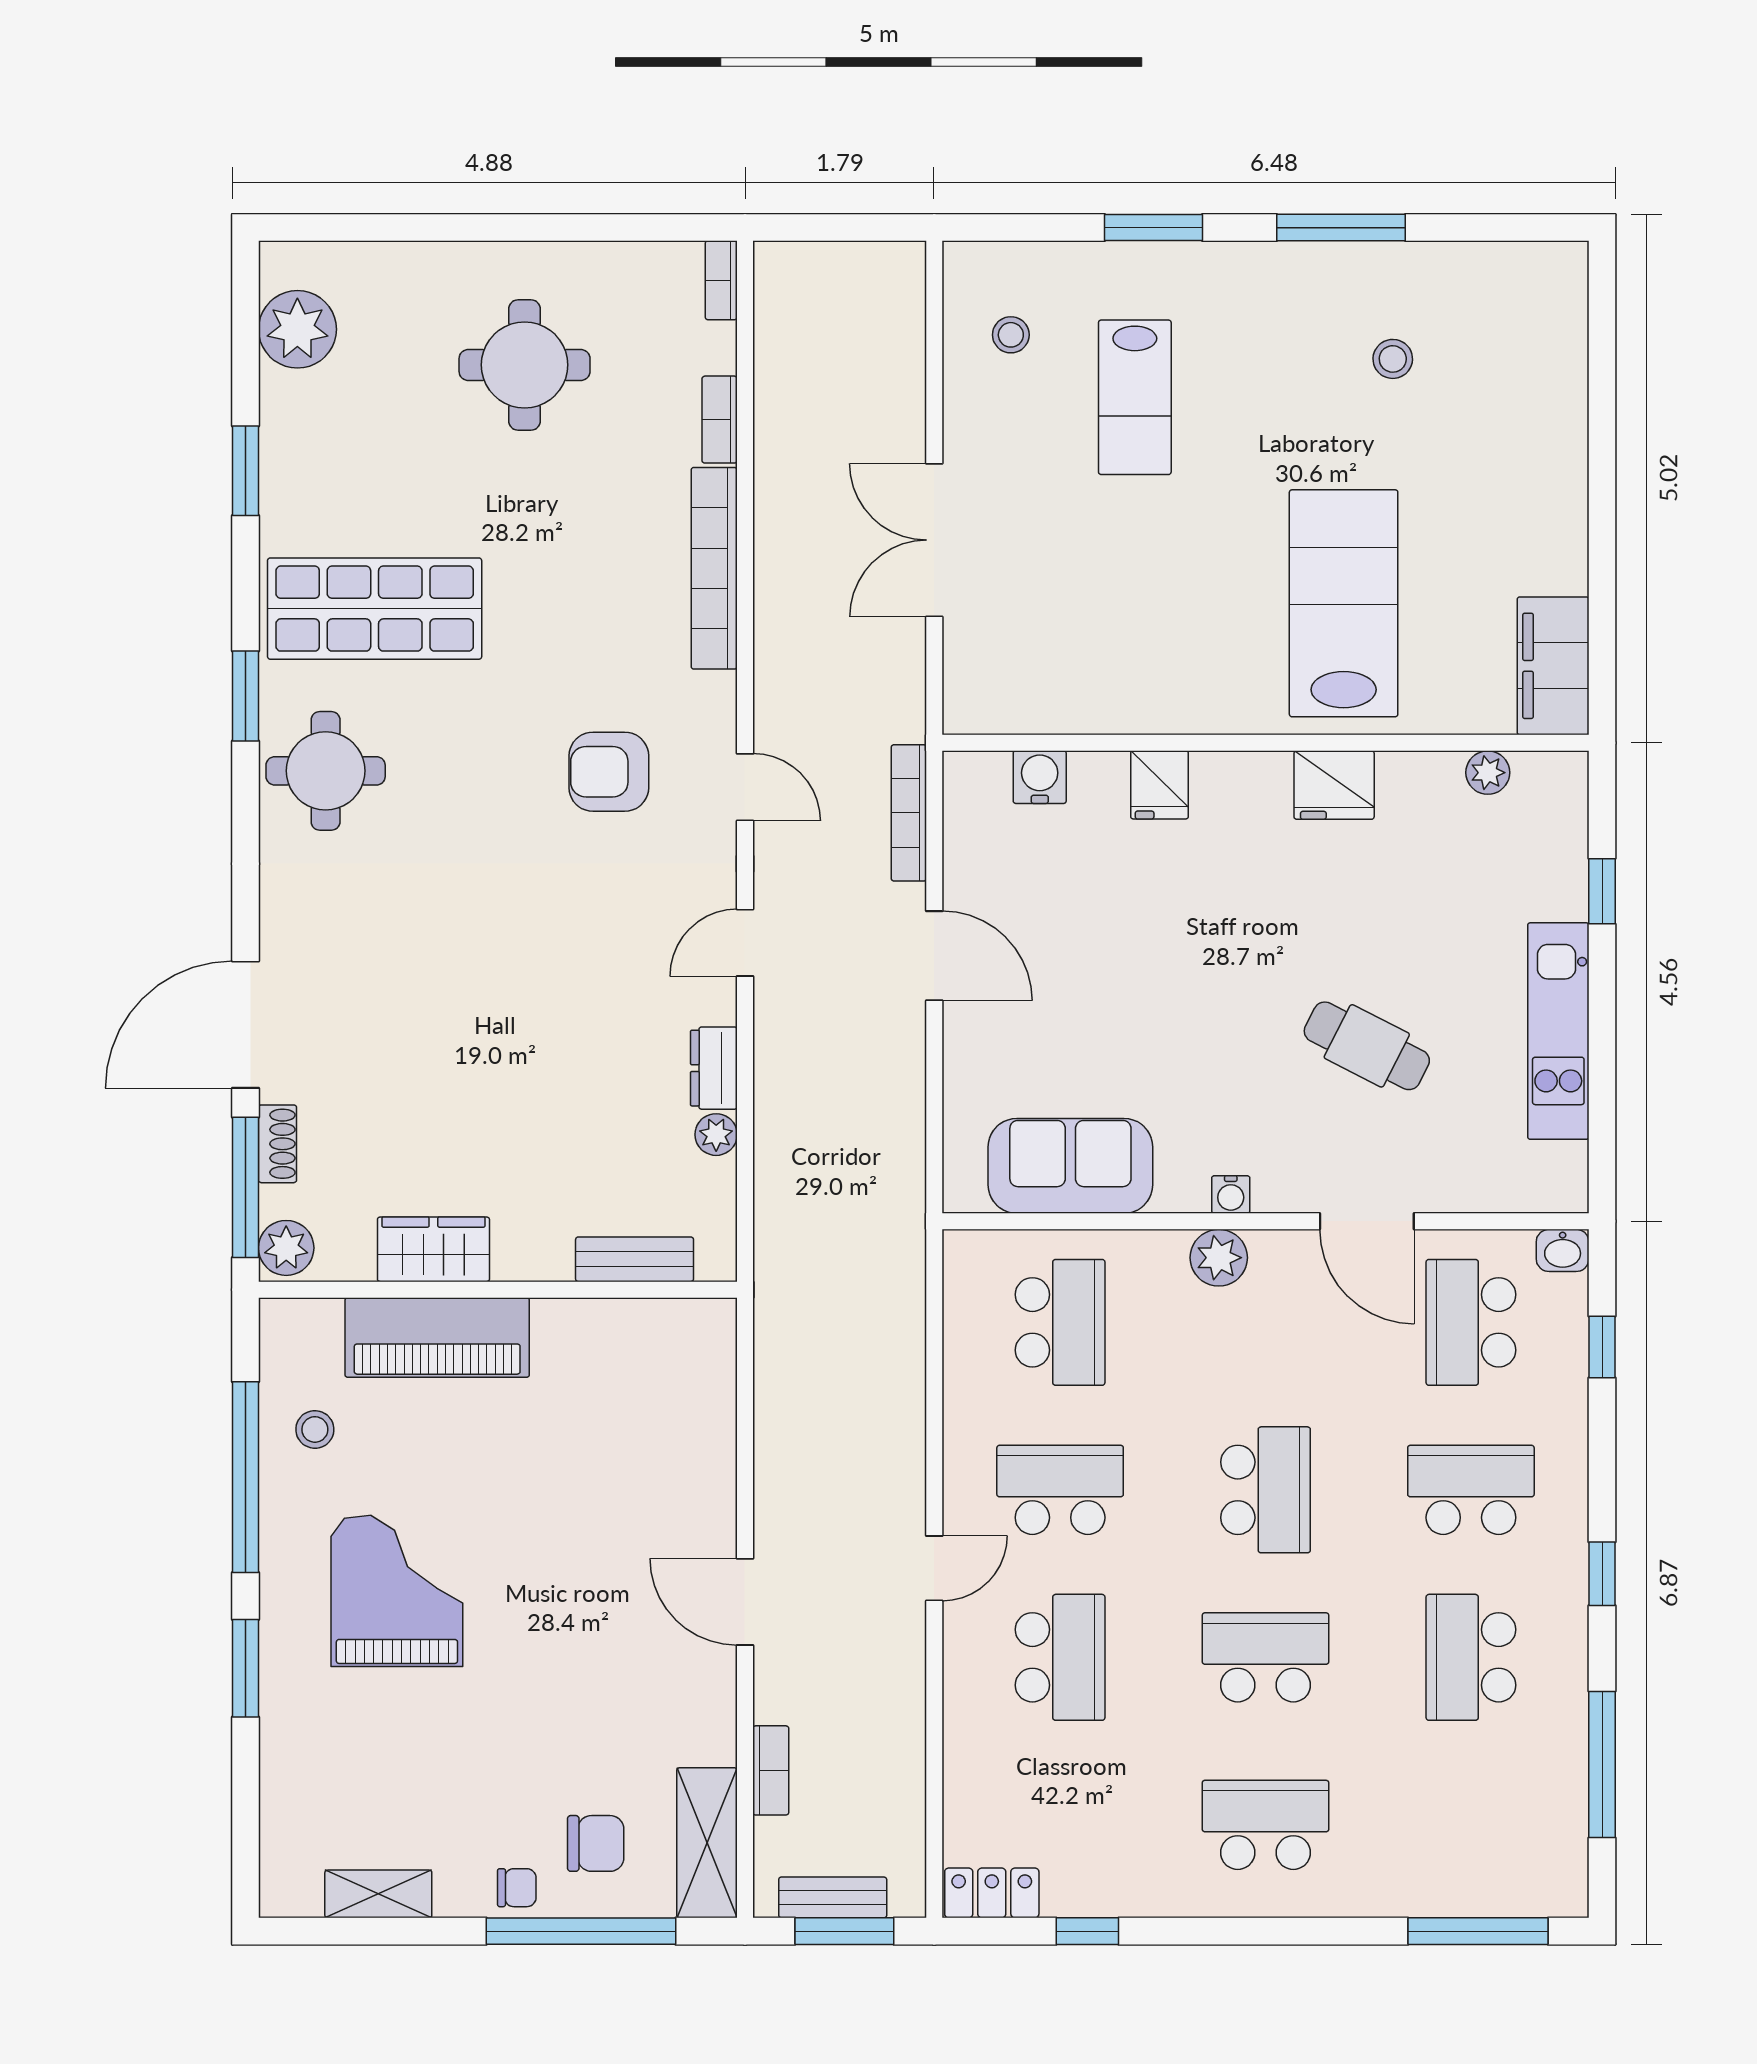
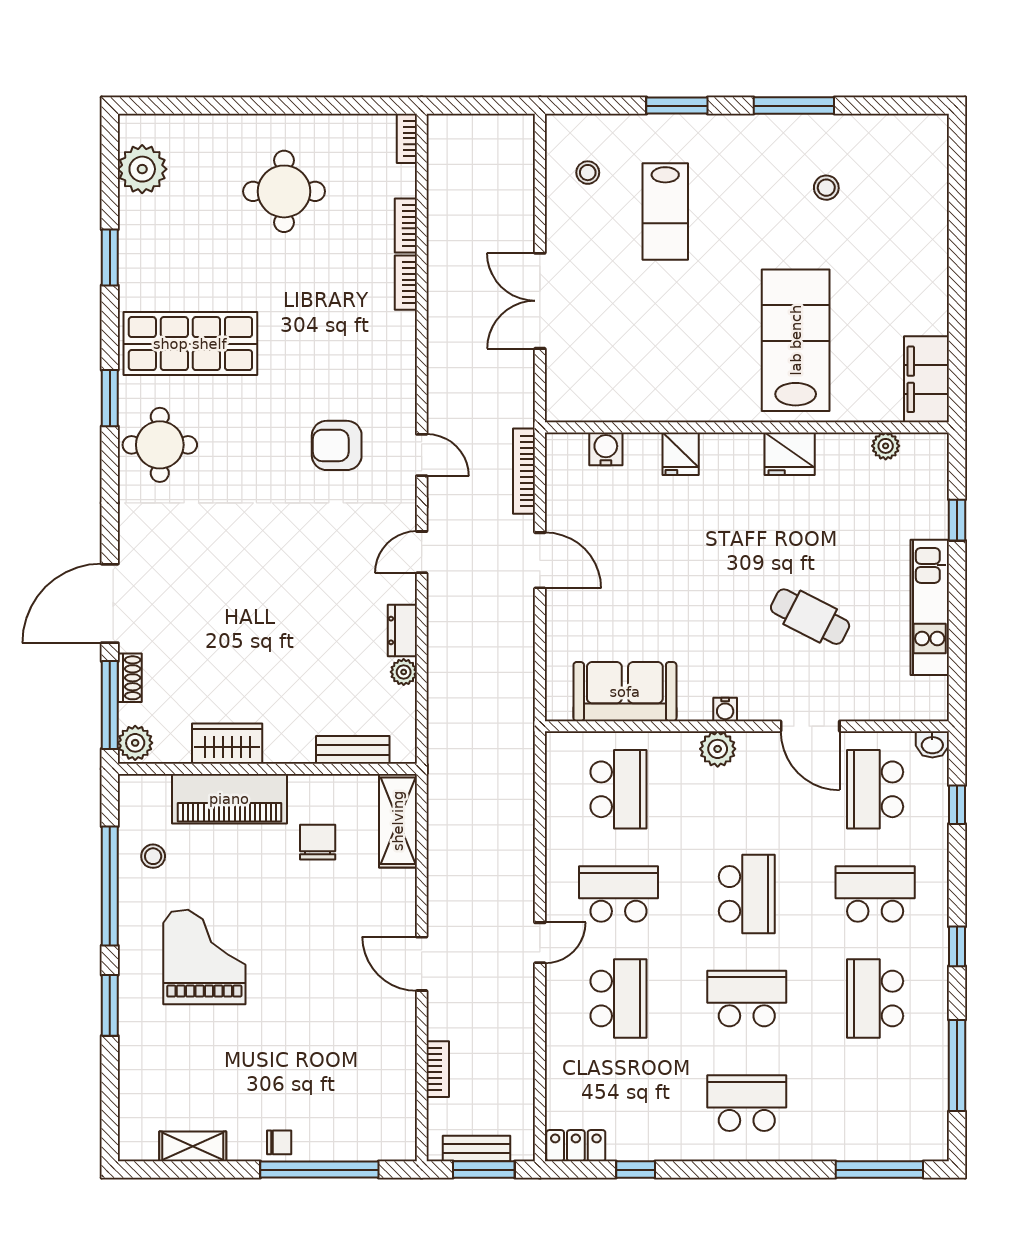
bookcase: (714, 568) -> (406, 283), width x0.43, depth x0.76
chair: (596, 1843) -> (318, 842), moved, turned -90
shelving: (707, 1843) -> (398, 821), moved

